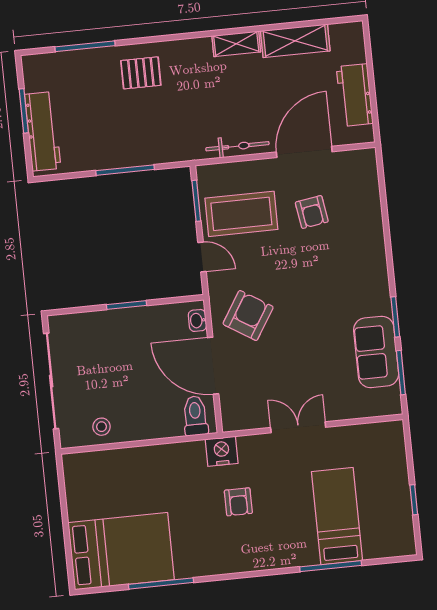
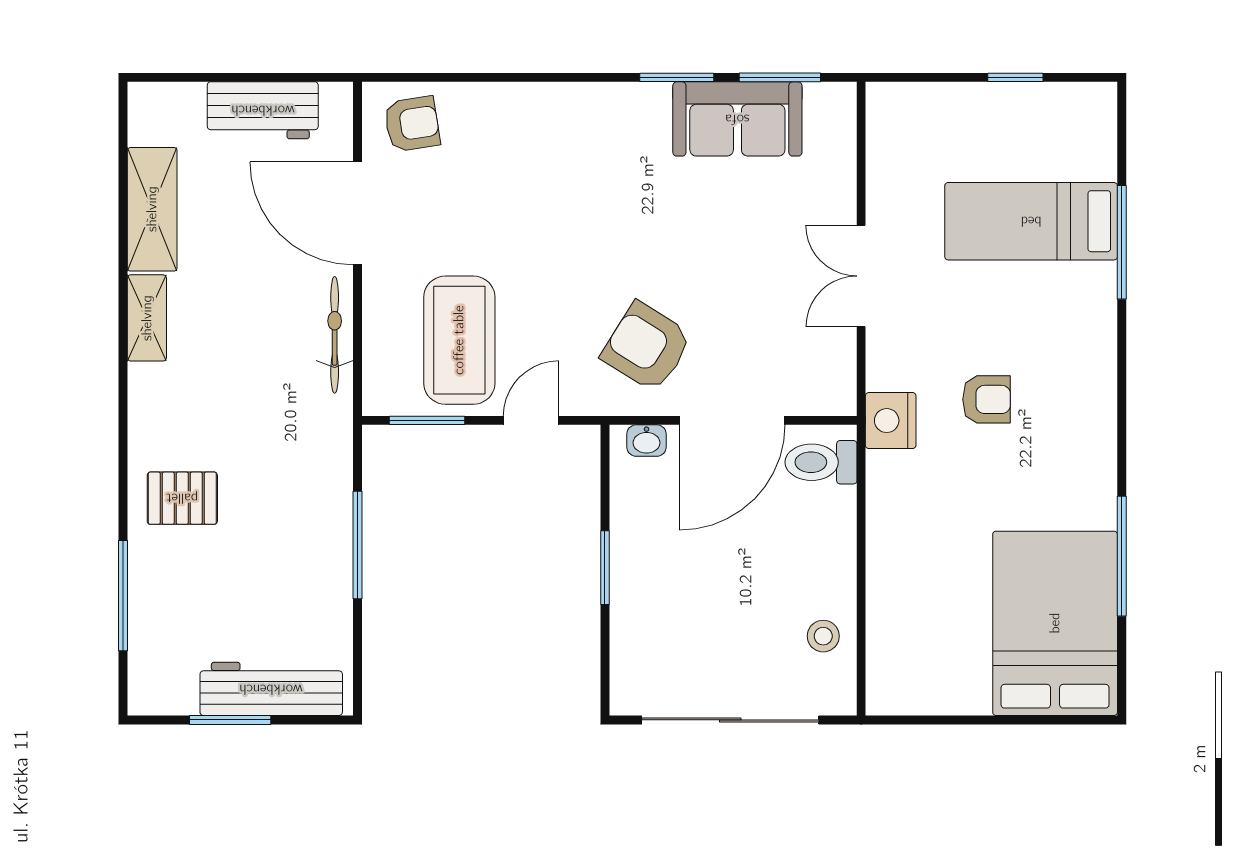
pallet: (141, 73) -> (182, 498), turned 90
armchair: (312, 212) -> (412, 124), moved

